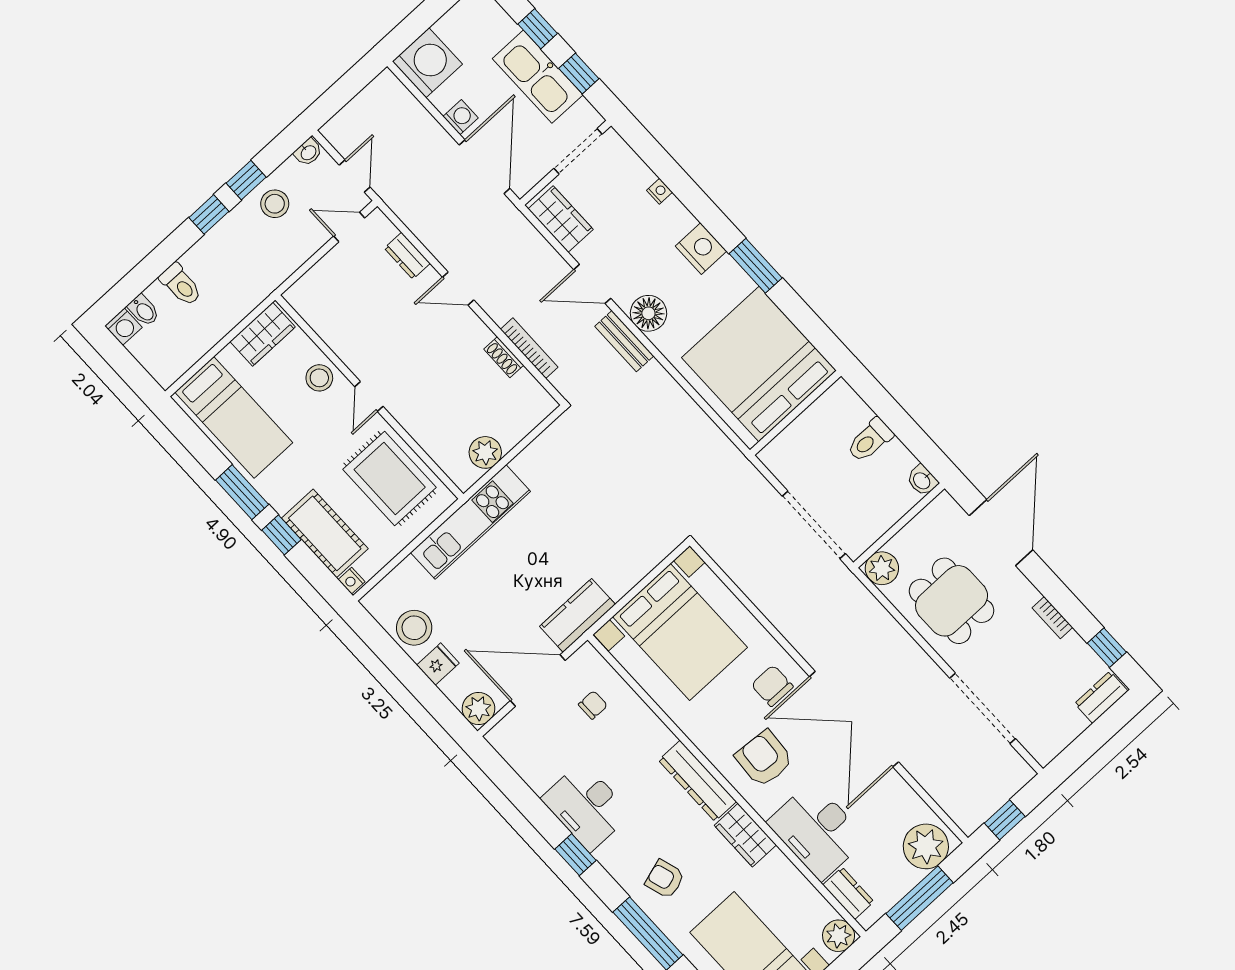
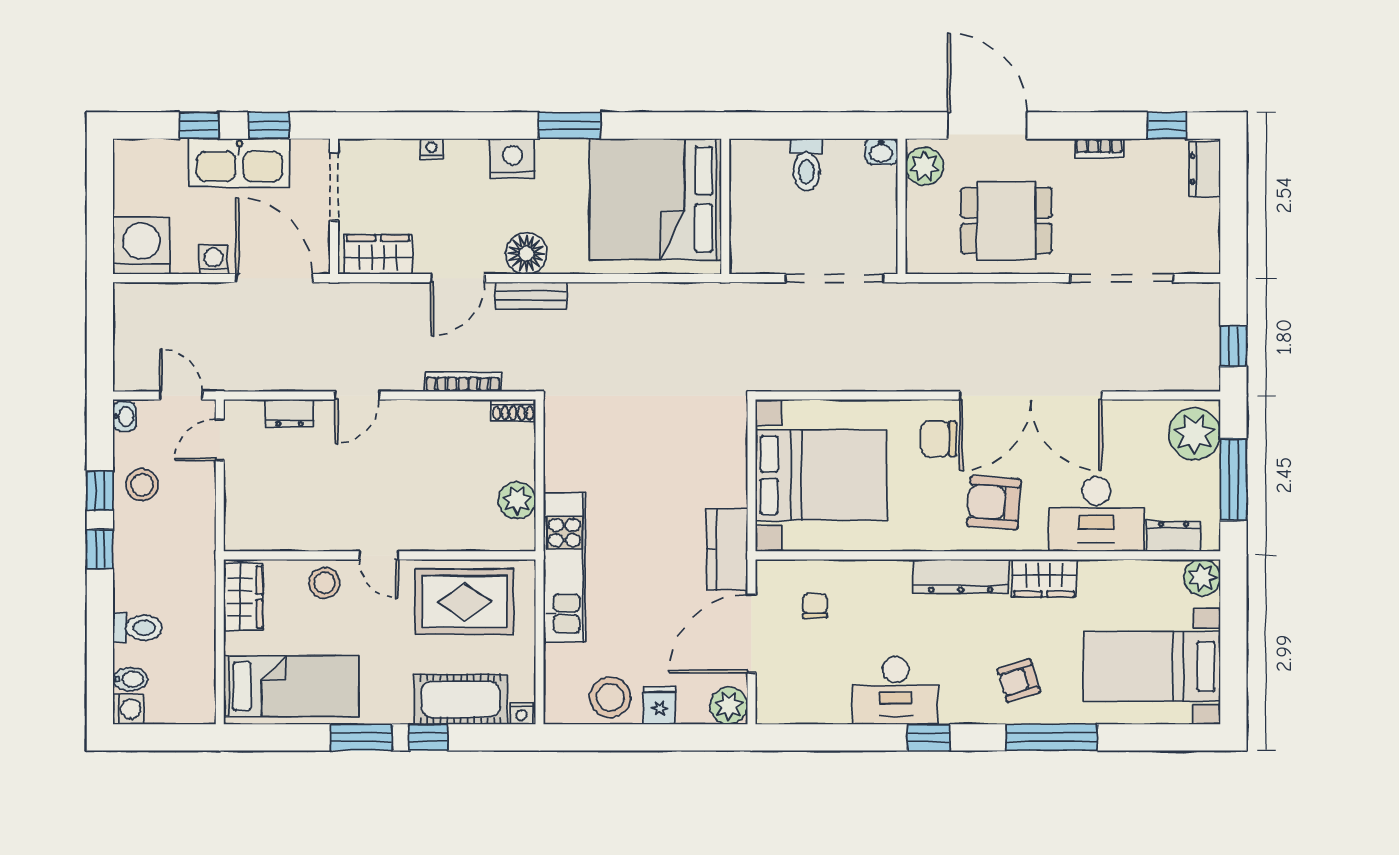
shoe rack: (504, 357) -> (513, 410), moved
plant: (882, 568) -> (924, 166), moved

